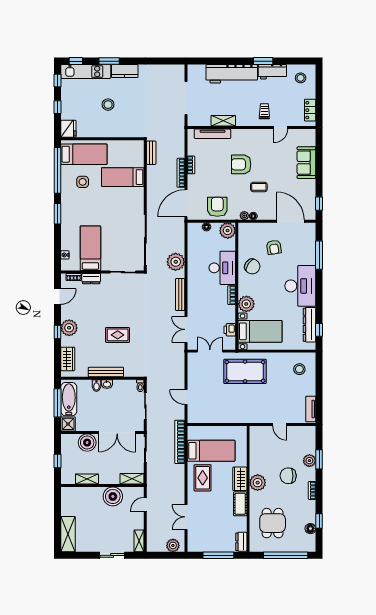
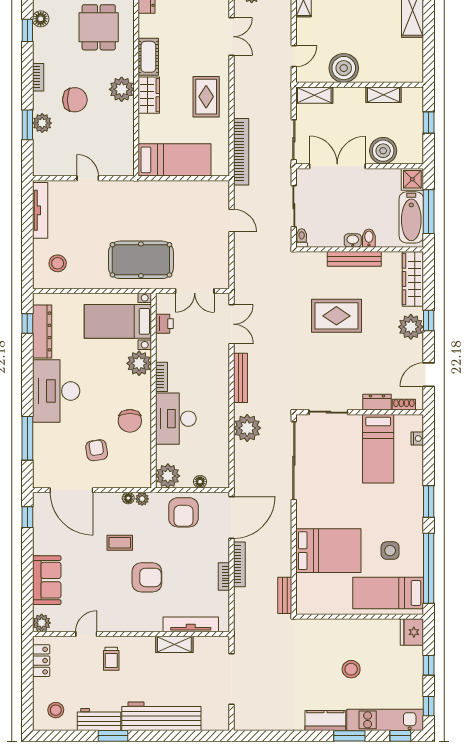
plant: (310, 135) -> (42, 623), added
bed: (123, 177) -> (328, 551), width x1.50
chair: (252, 266) -> (130, 421), turned -125
rug: (118, 335) -> (336, 316), width x1.36, depth x1.43
wardrobe: (68, 359) -> (413, 279), width x1.50
tv unit: (311, 409) -> (40, 210), width x1.41
bed: (211, 451) -> (175, 160), moved, turned 180

